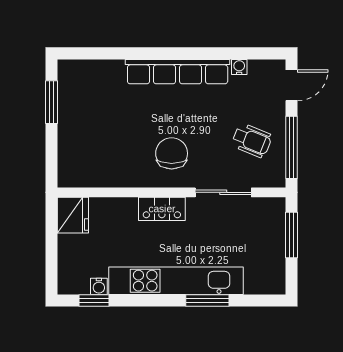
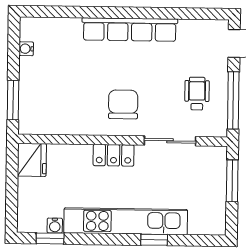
water cooler: (239, 67) -> (26, 49), moved, turned -90
window: (51, 102) -> (13, 100), moved
wheelchair: (252, 140) -> (197, 94), turned -112
window: (207, 300) -> (154, 240), width x0.67

